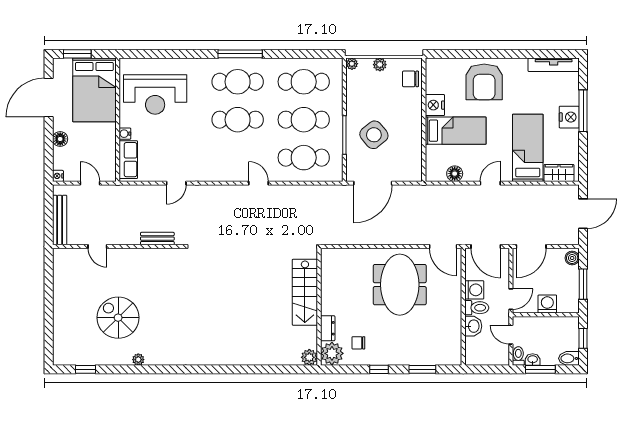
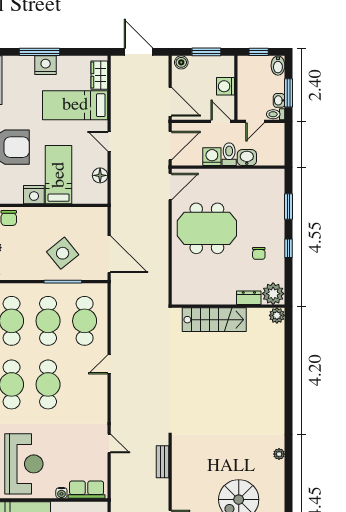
chair: (358, 343) -> (259, 253), moved
plant: (138, 360) -> (279, 454), moved

